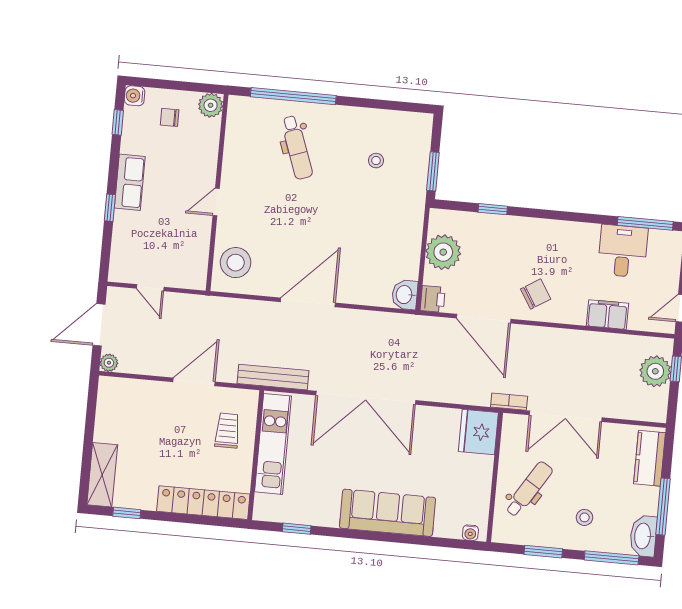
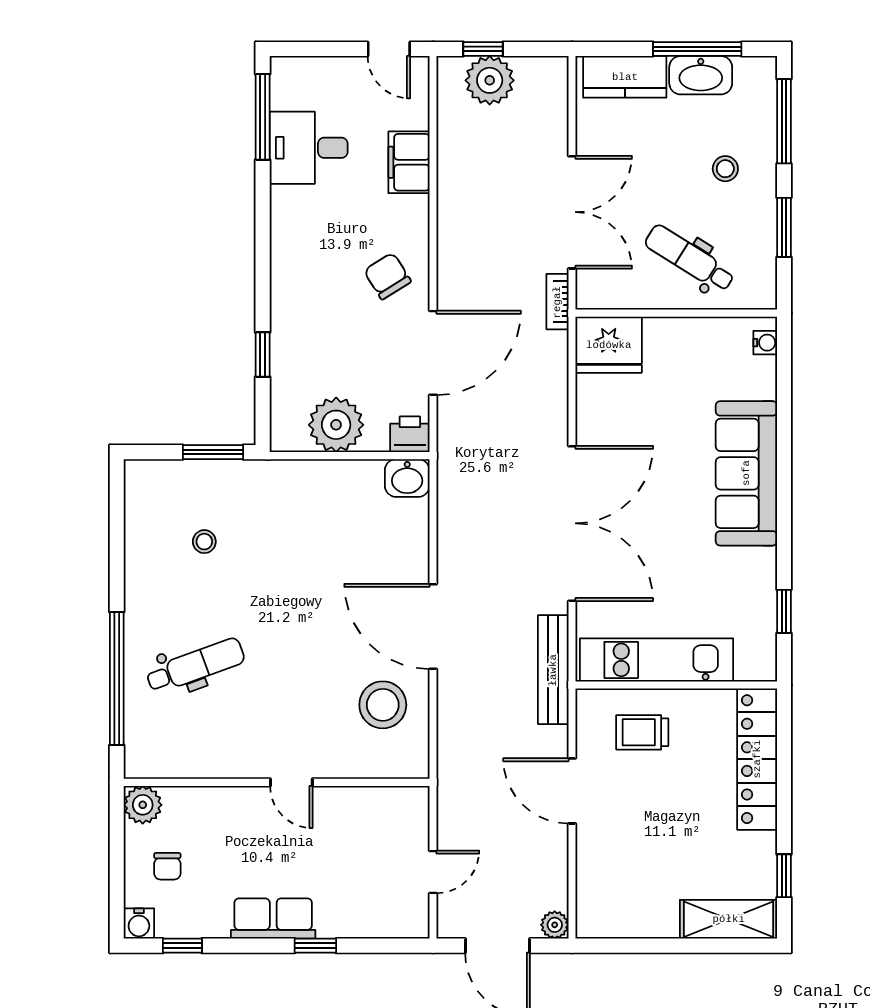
stool: (236, 263) -> (383, 705), moved
washbasin: (643, 536) -> (701, 75), moved

